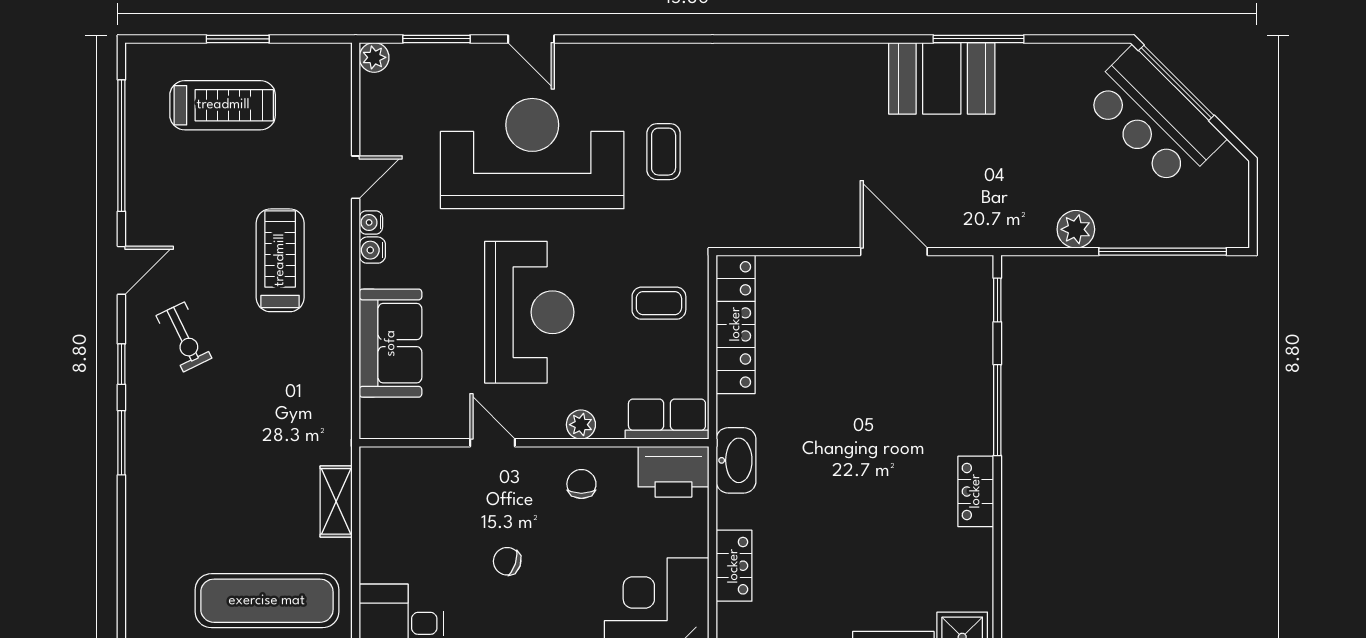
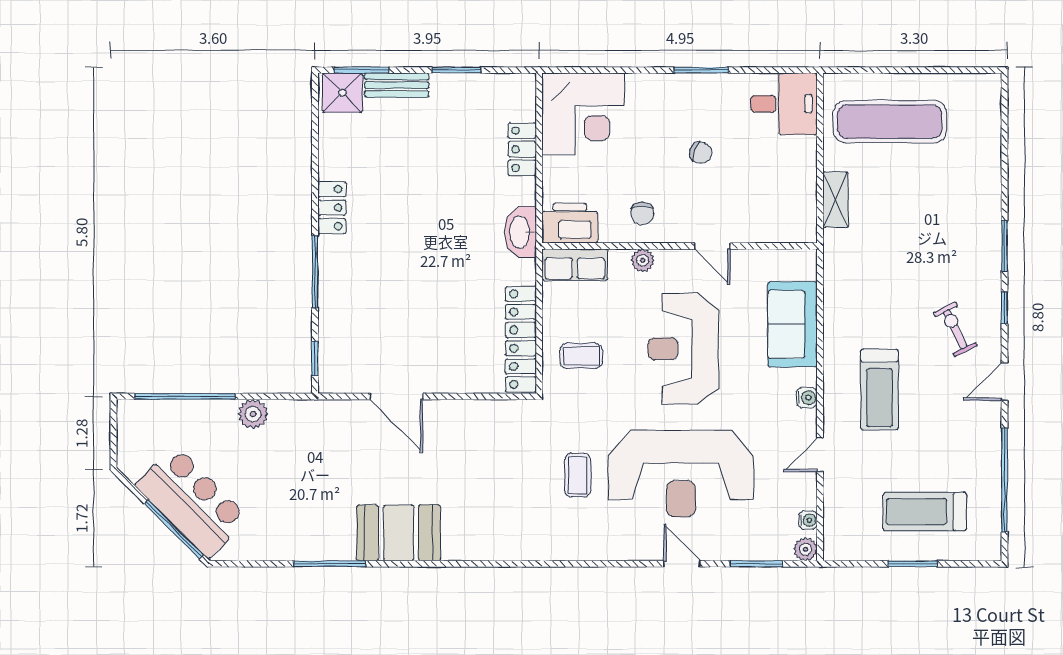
booth: (942, 78) -> (399, 533), moved
water cooler: (371, 222) -> (808, 520), moved

